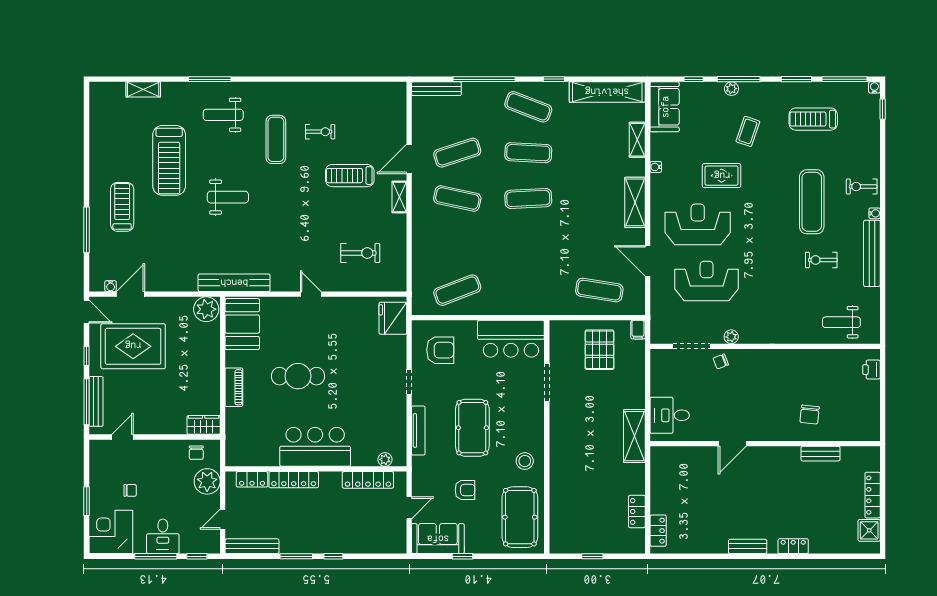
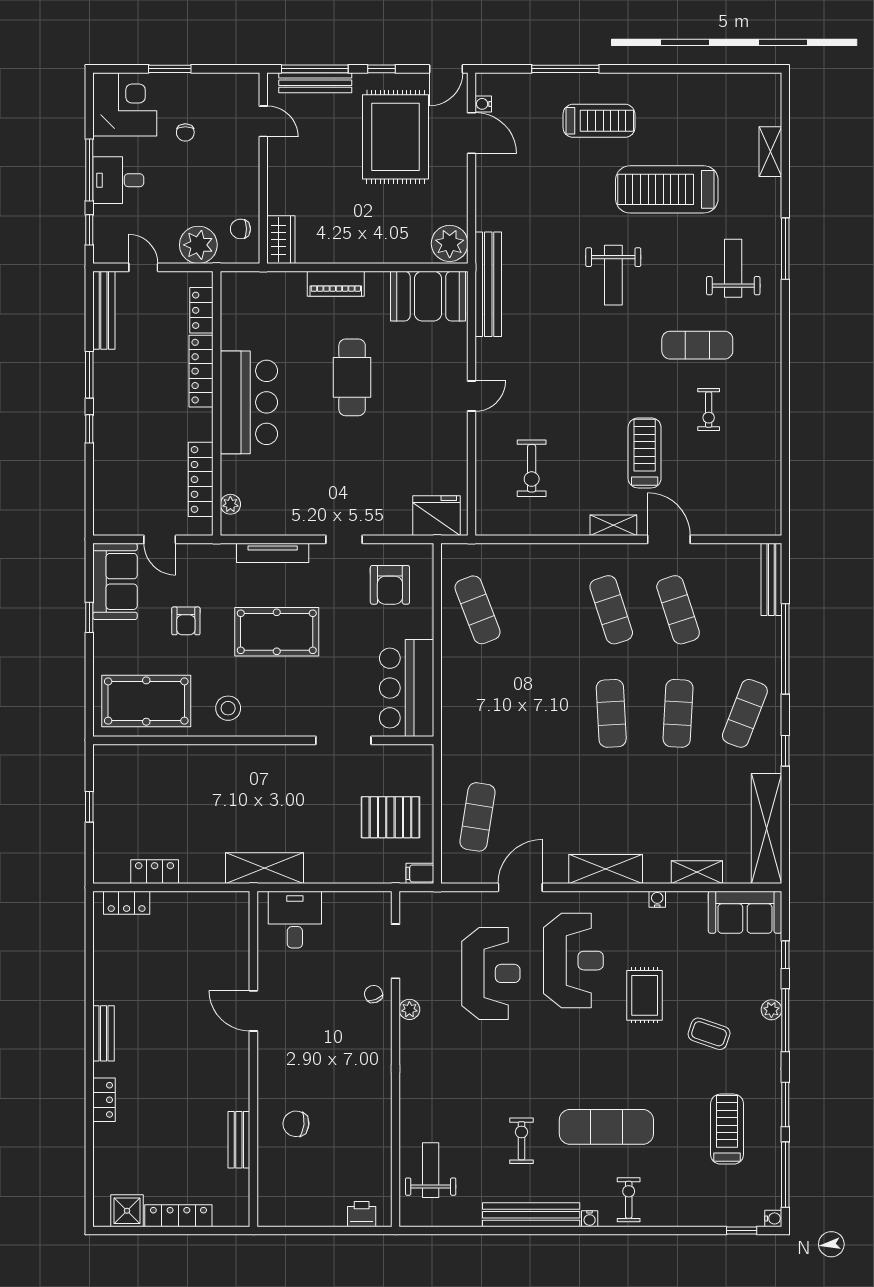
exercise mat: (457, 198) -> (611, 610), turned -30

